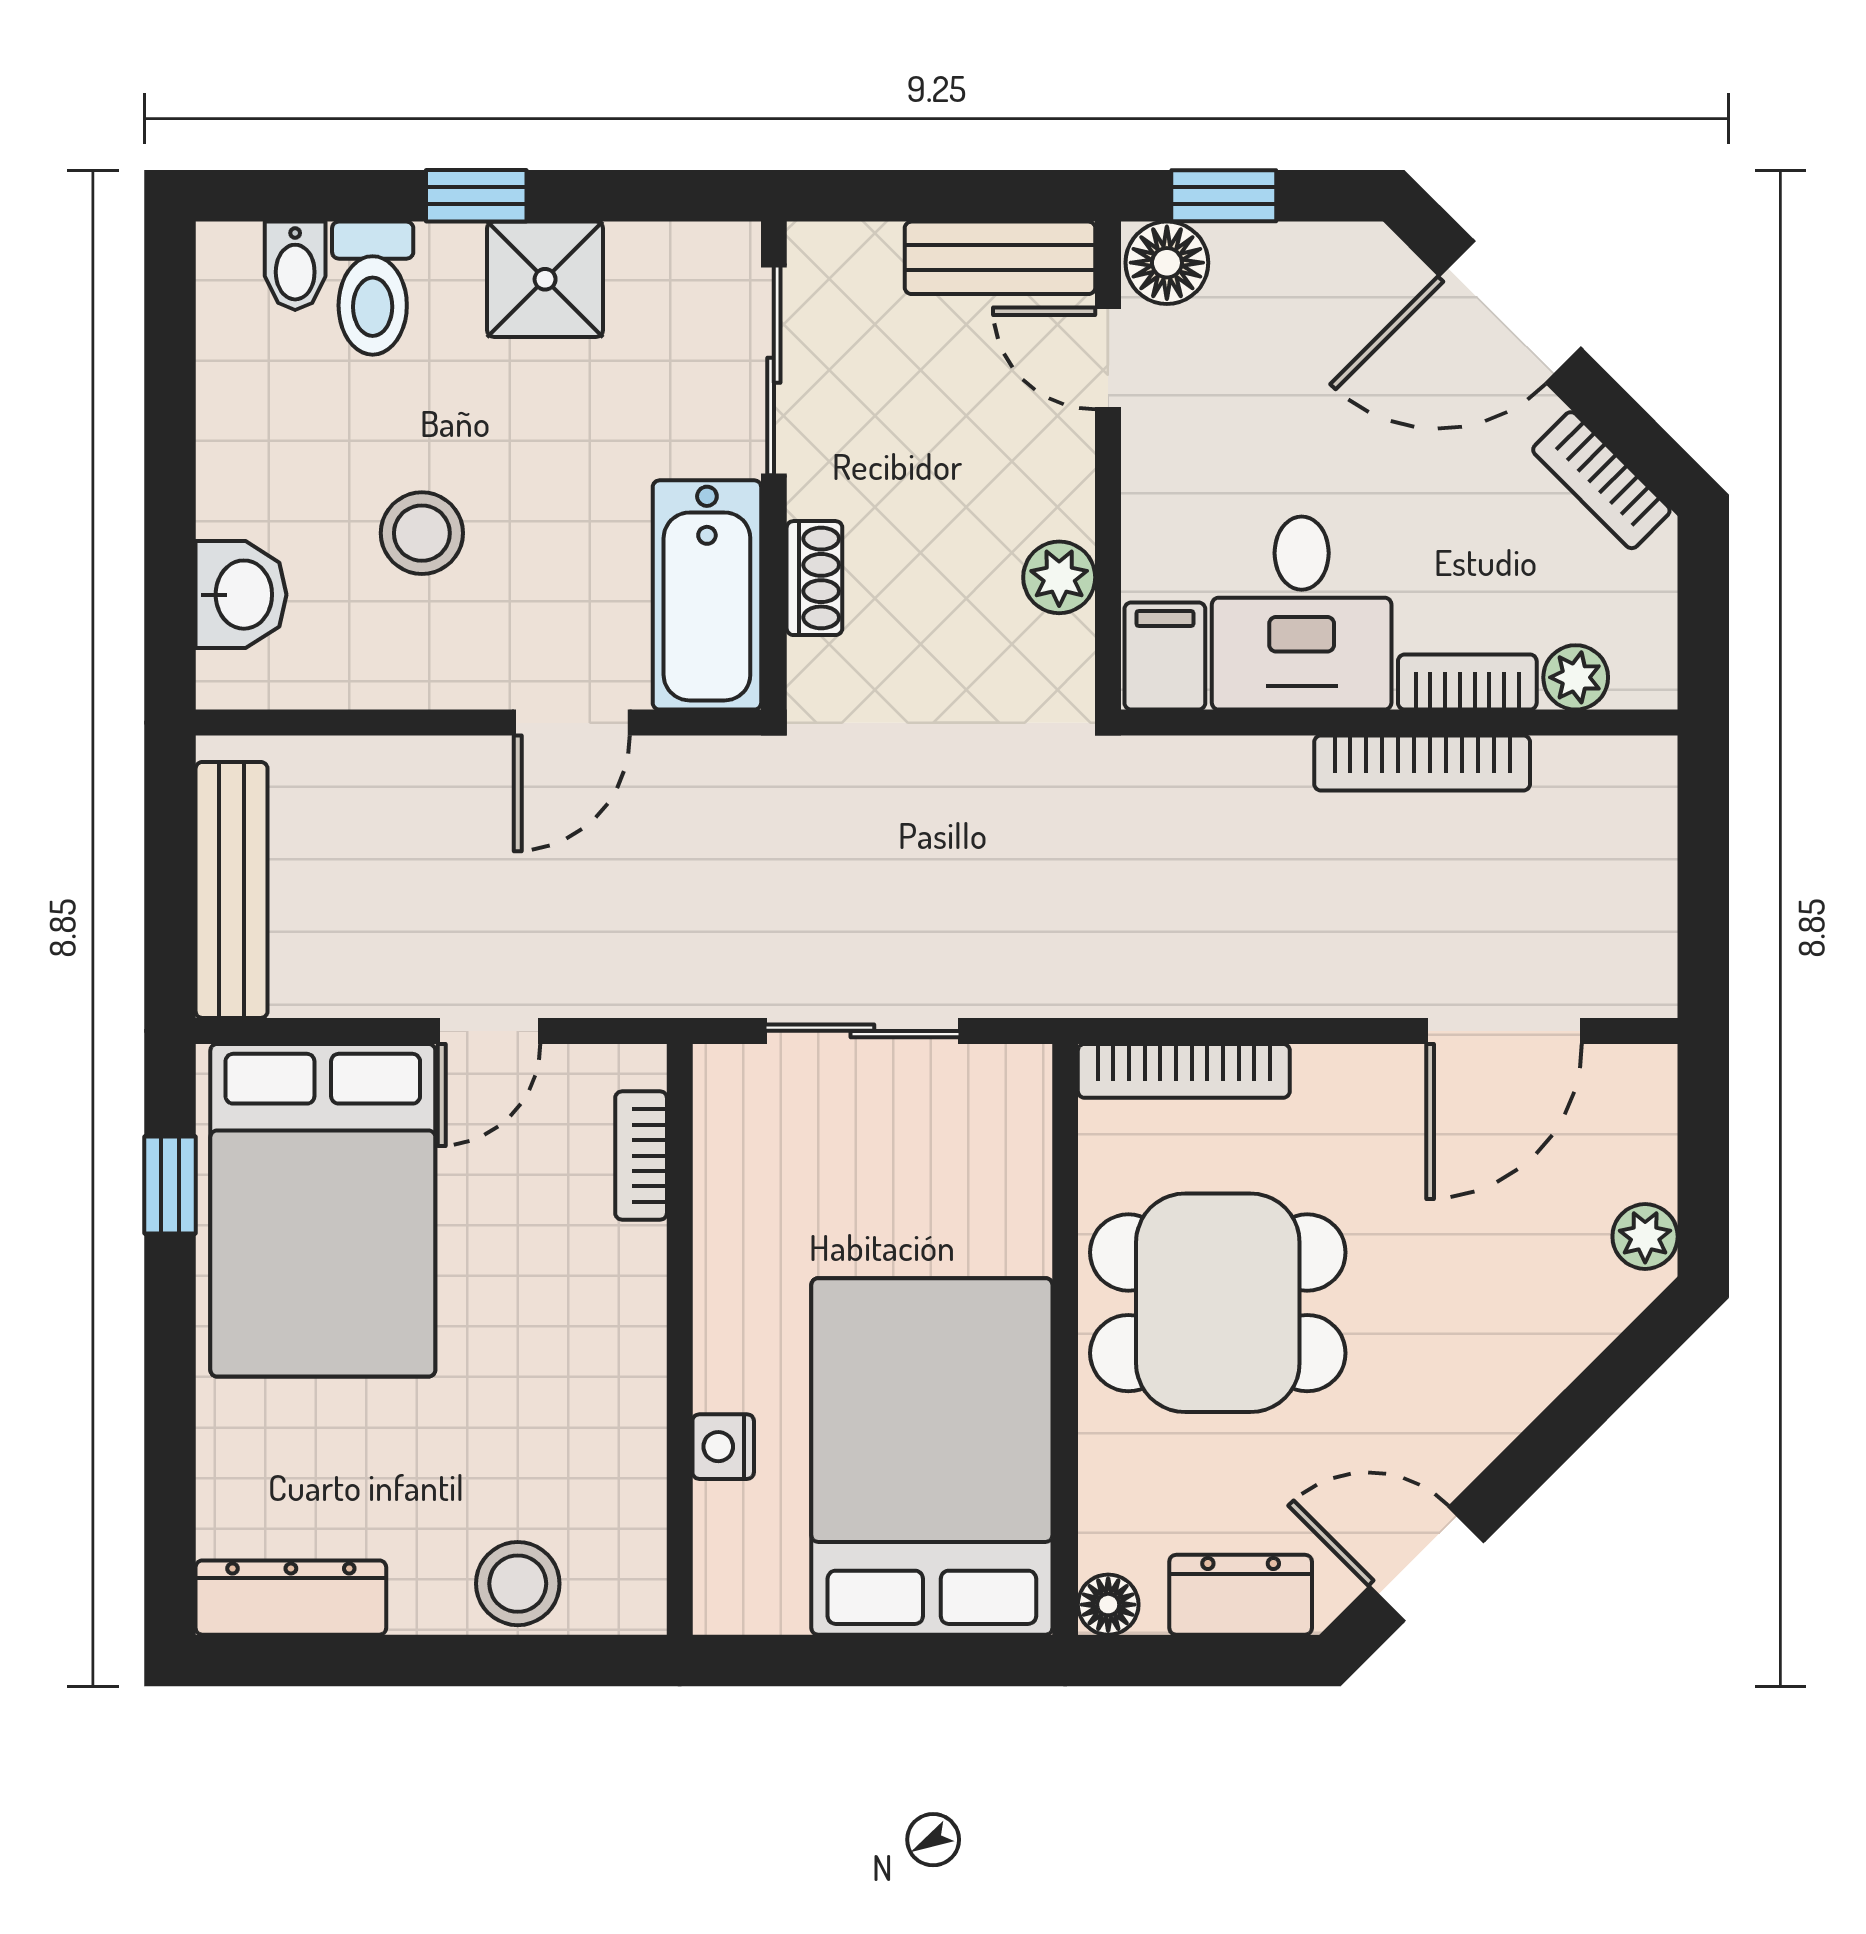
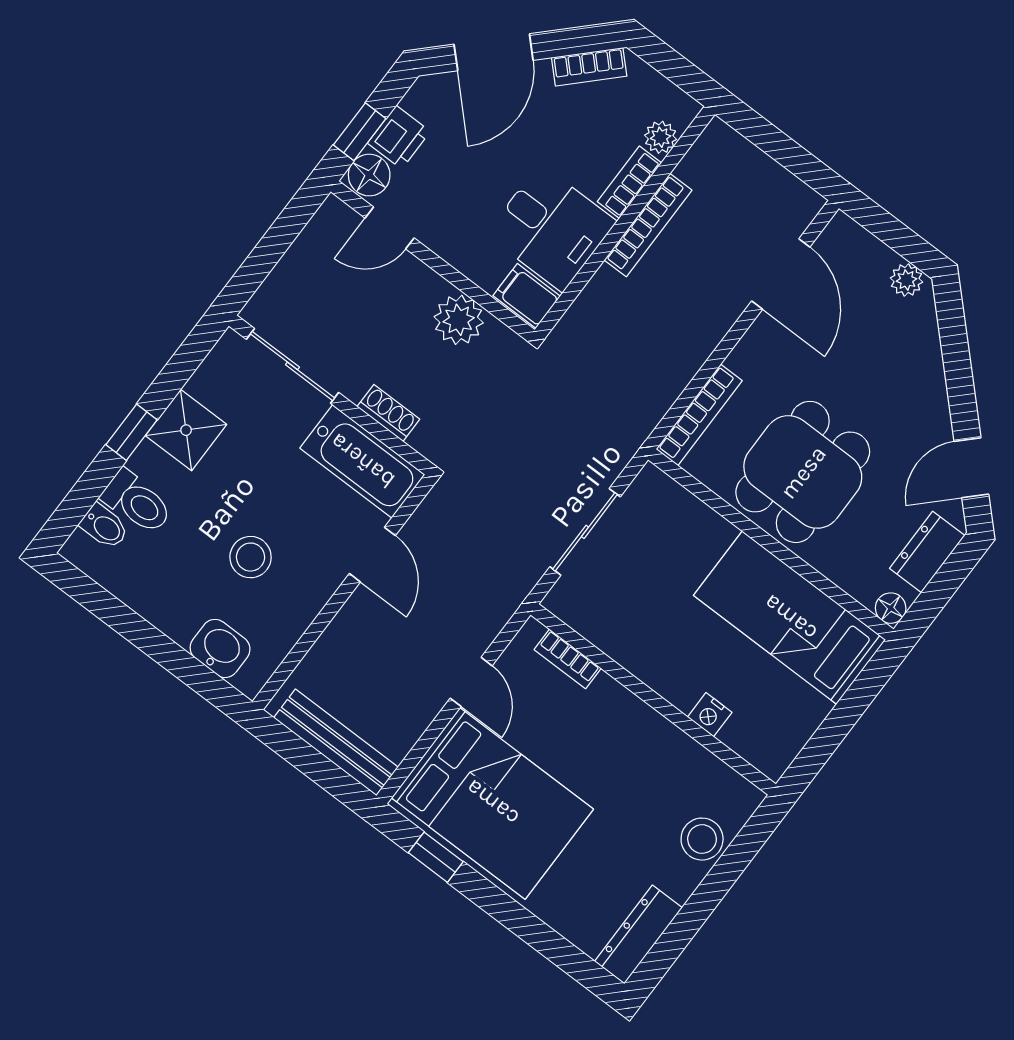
bench: (1000, 258) -> (316, 241), removed
printer: (1262, 264) -> (399, 137), added
plant: (1059, 577) -> (459, 320), width x1.38, depth x1.38
bed: (932, 1456) -> (790, 618), width x0.67

